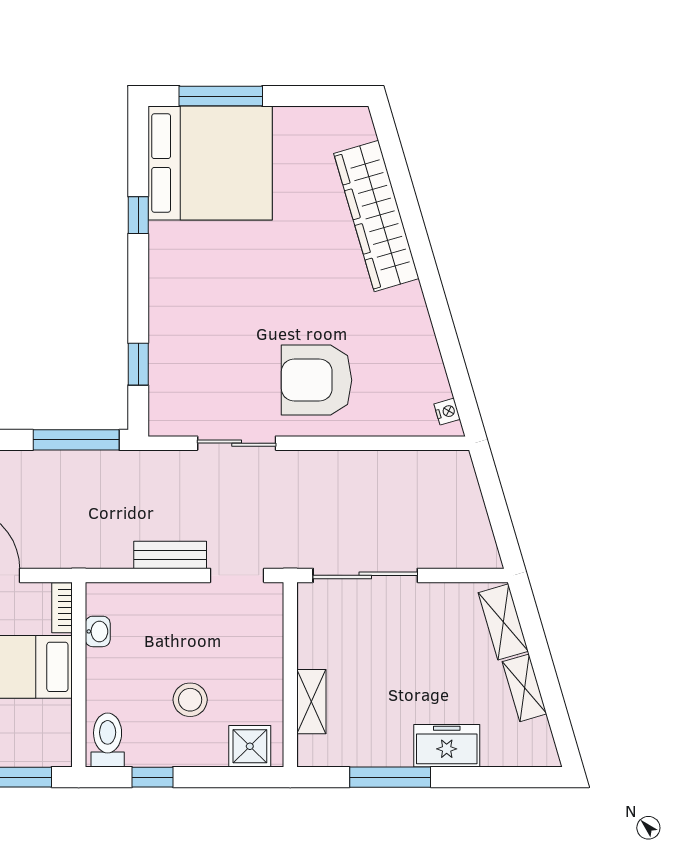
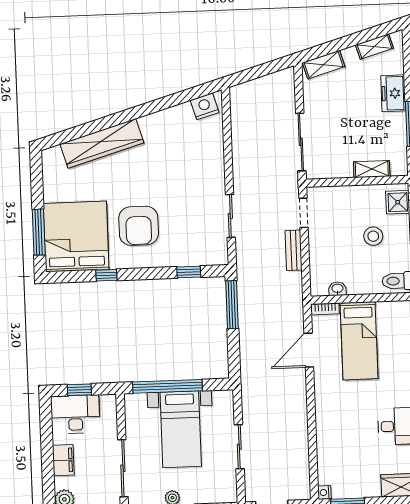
armchair: (317, 380) -> (139, 226), moved
nightstand: (447, 412) -> (205, 106), width x1.89, depth x1.79
shelving: (524, 688) -> (374, 47), moved

